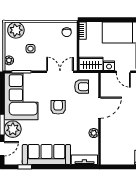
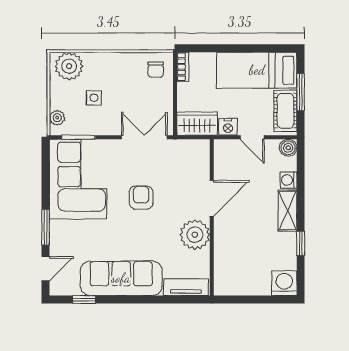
armchair: (82, 87) -> (181, 163), removed
plant: (13, 129) -> (64, 235), removed
plant: (94, 133) -> (195, 235), width x1.87, depth x1.87

